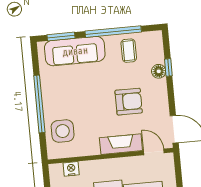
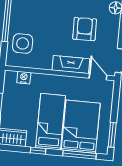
armchair: (129, 102) -> (85, 29), turned -91

